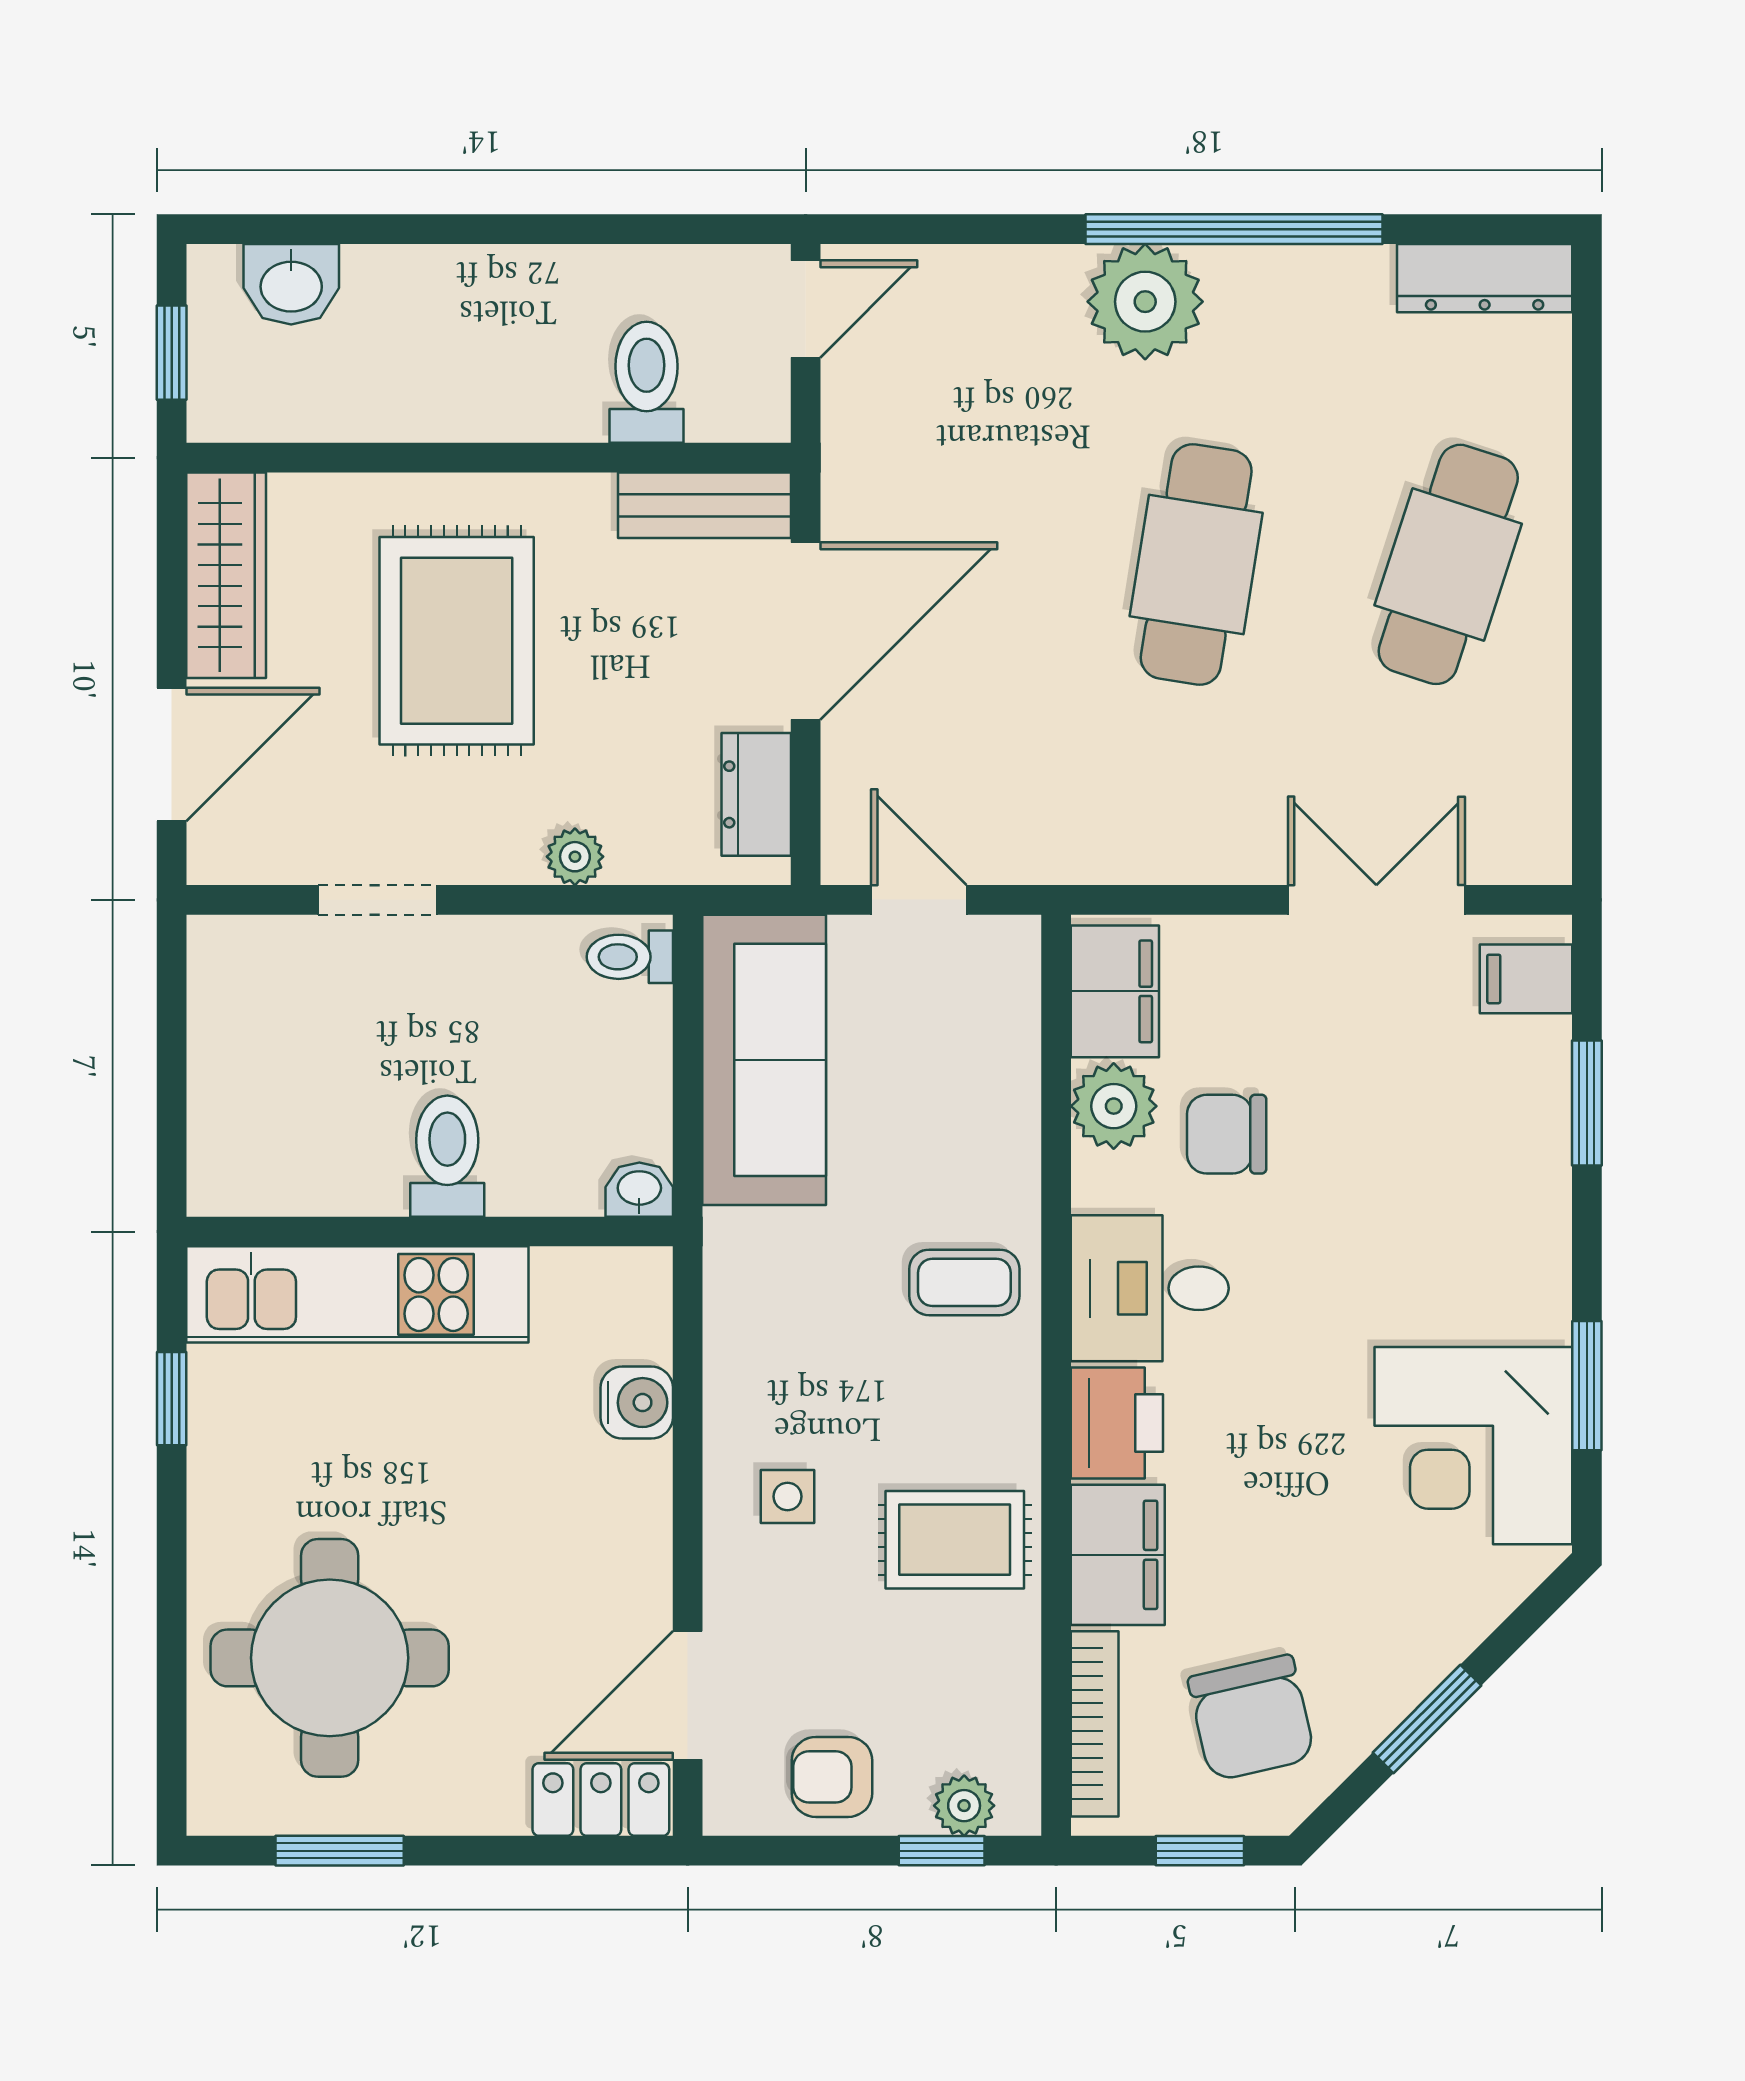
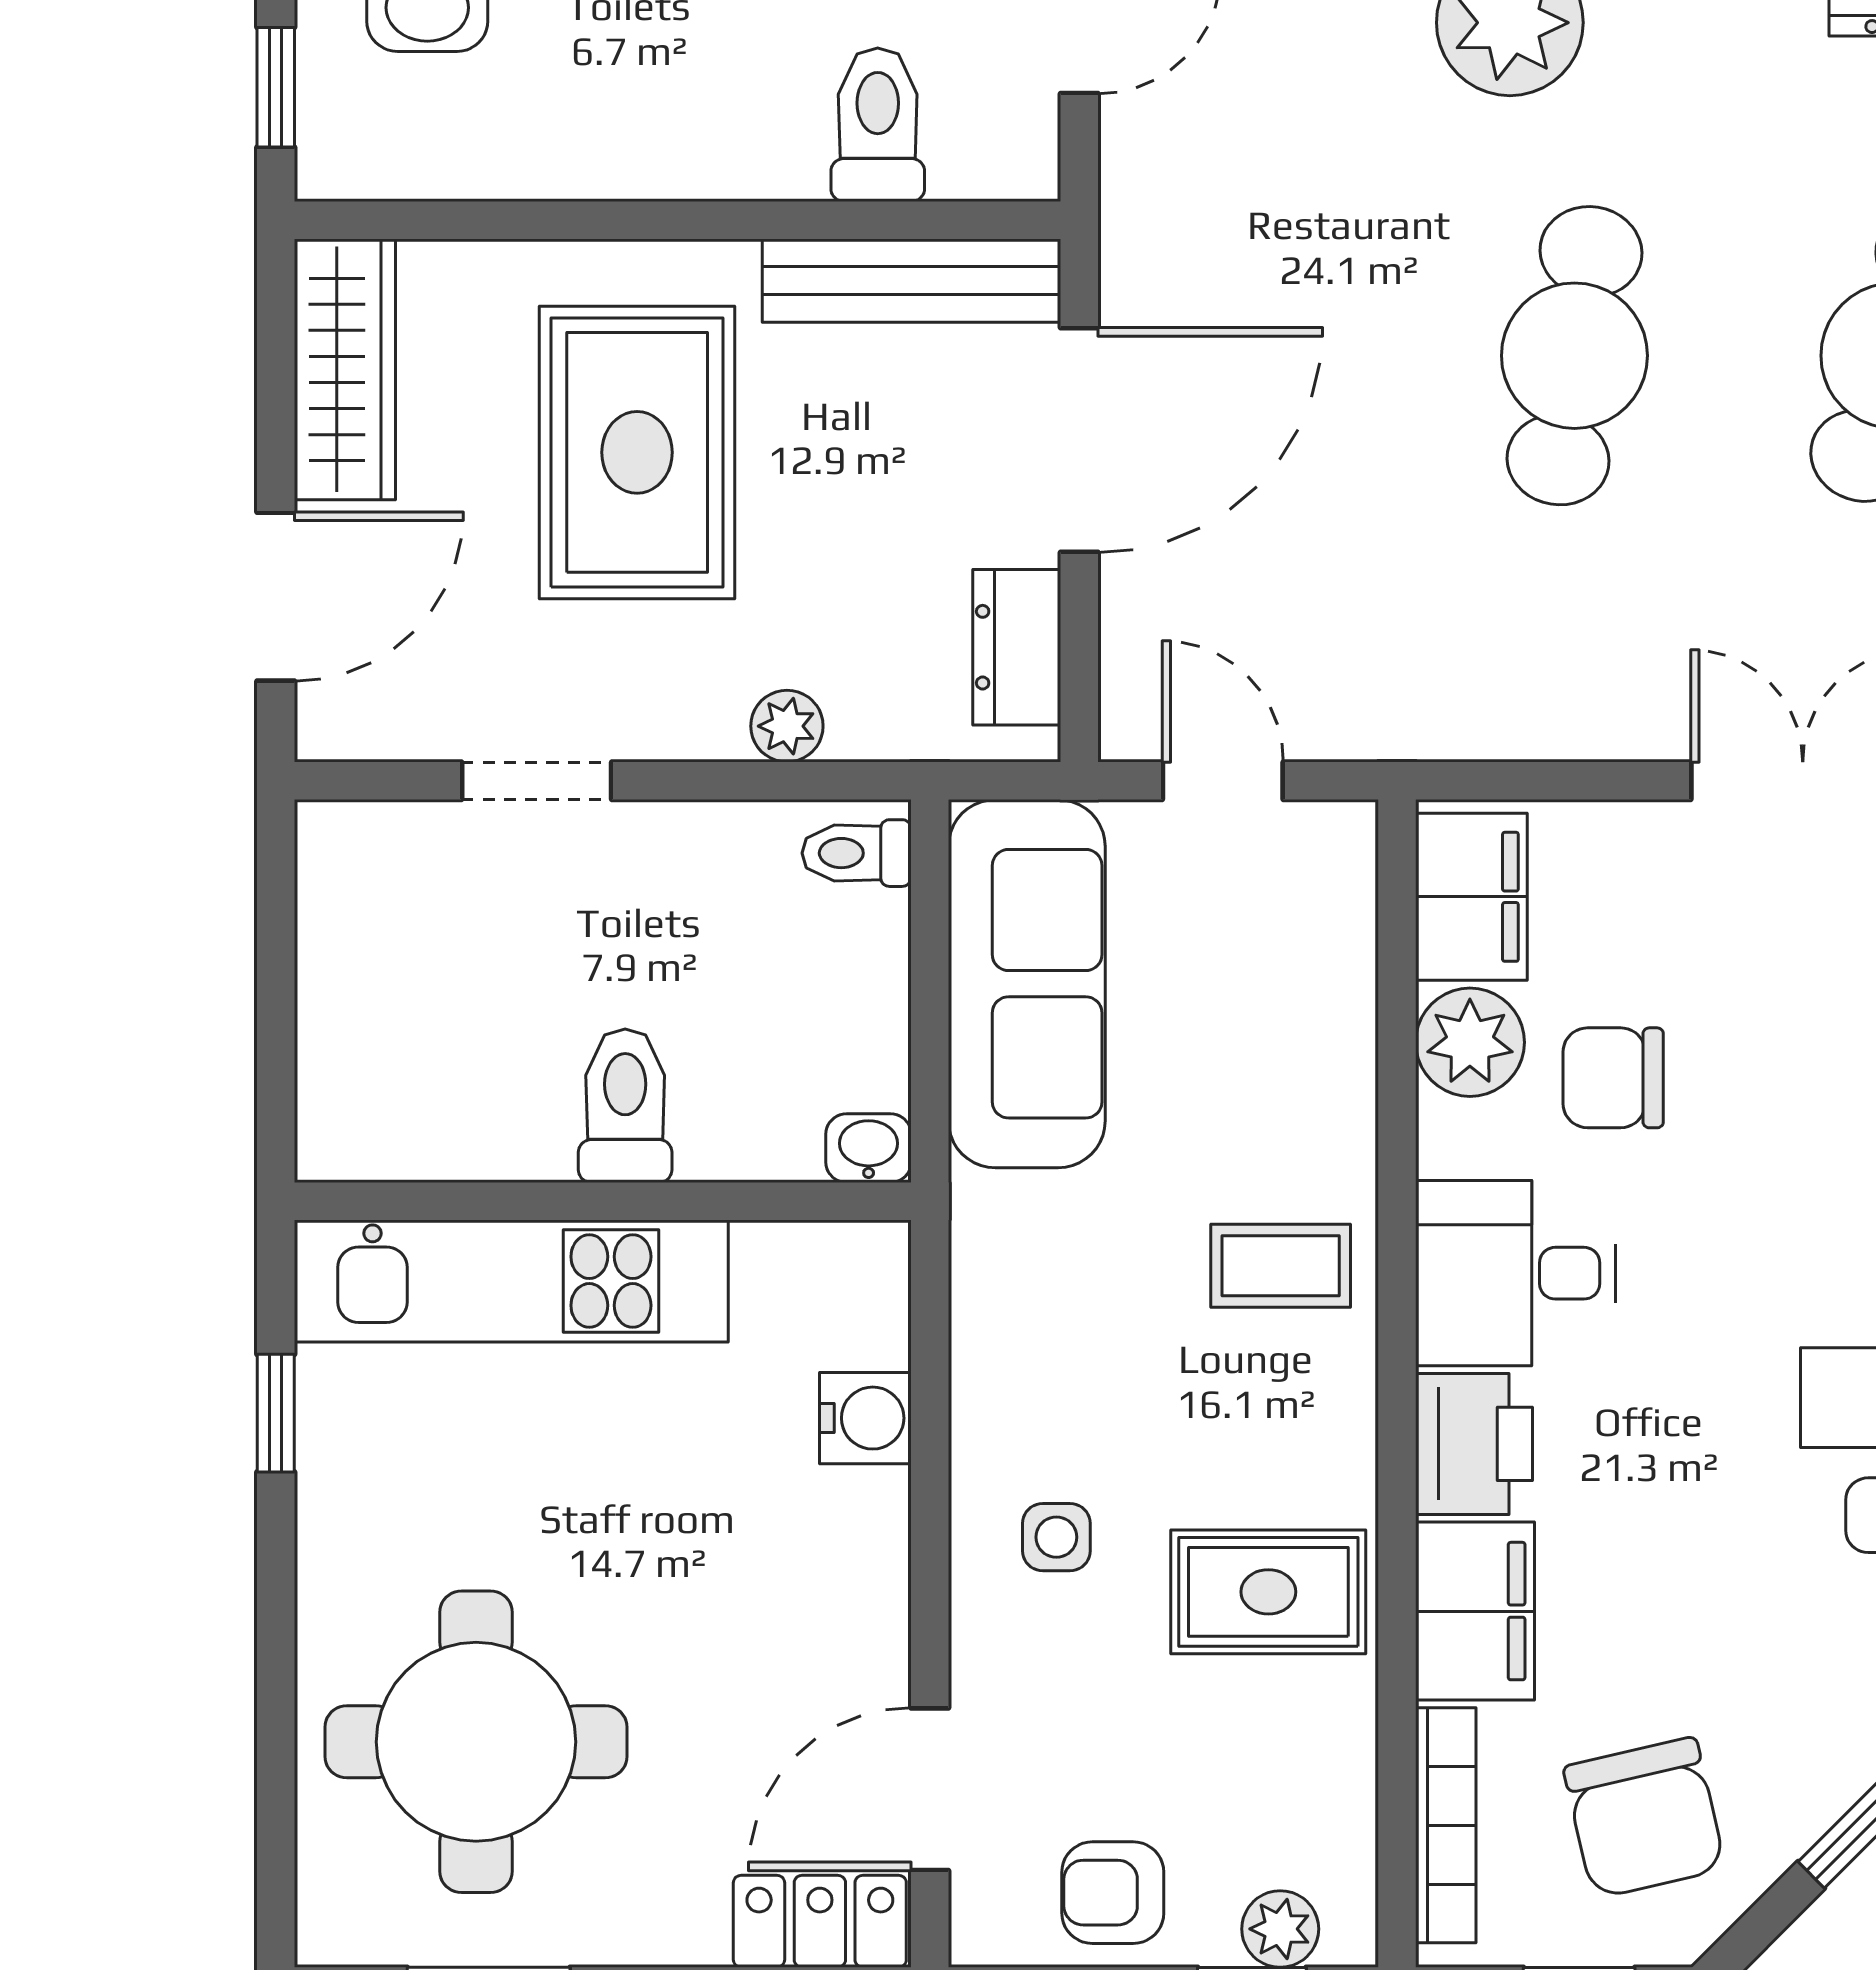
bench: (705, 505) -> (911, 281), width x1.36

